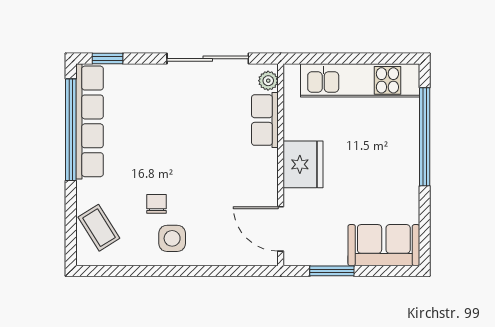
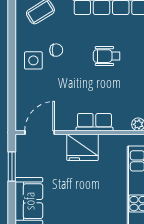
row of seats: (265, 120) -> (94, 122), moved
wheelchair: (165, 128) -> (107, 56), added

